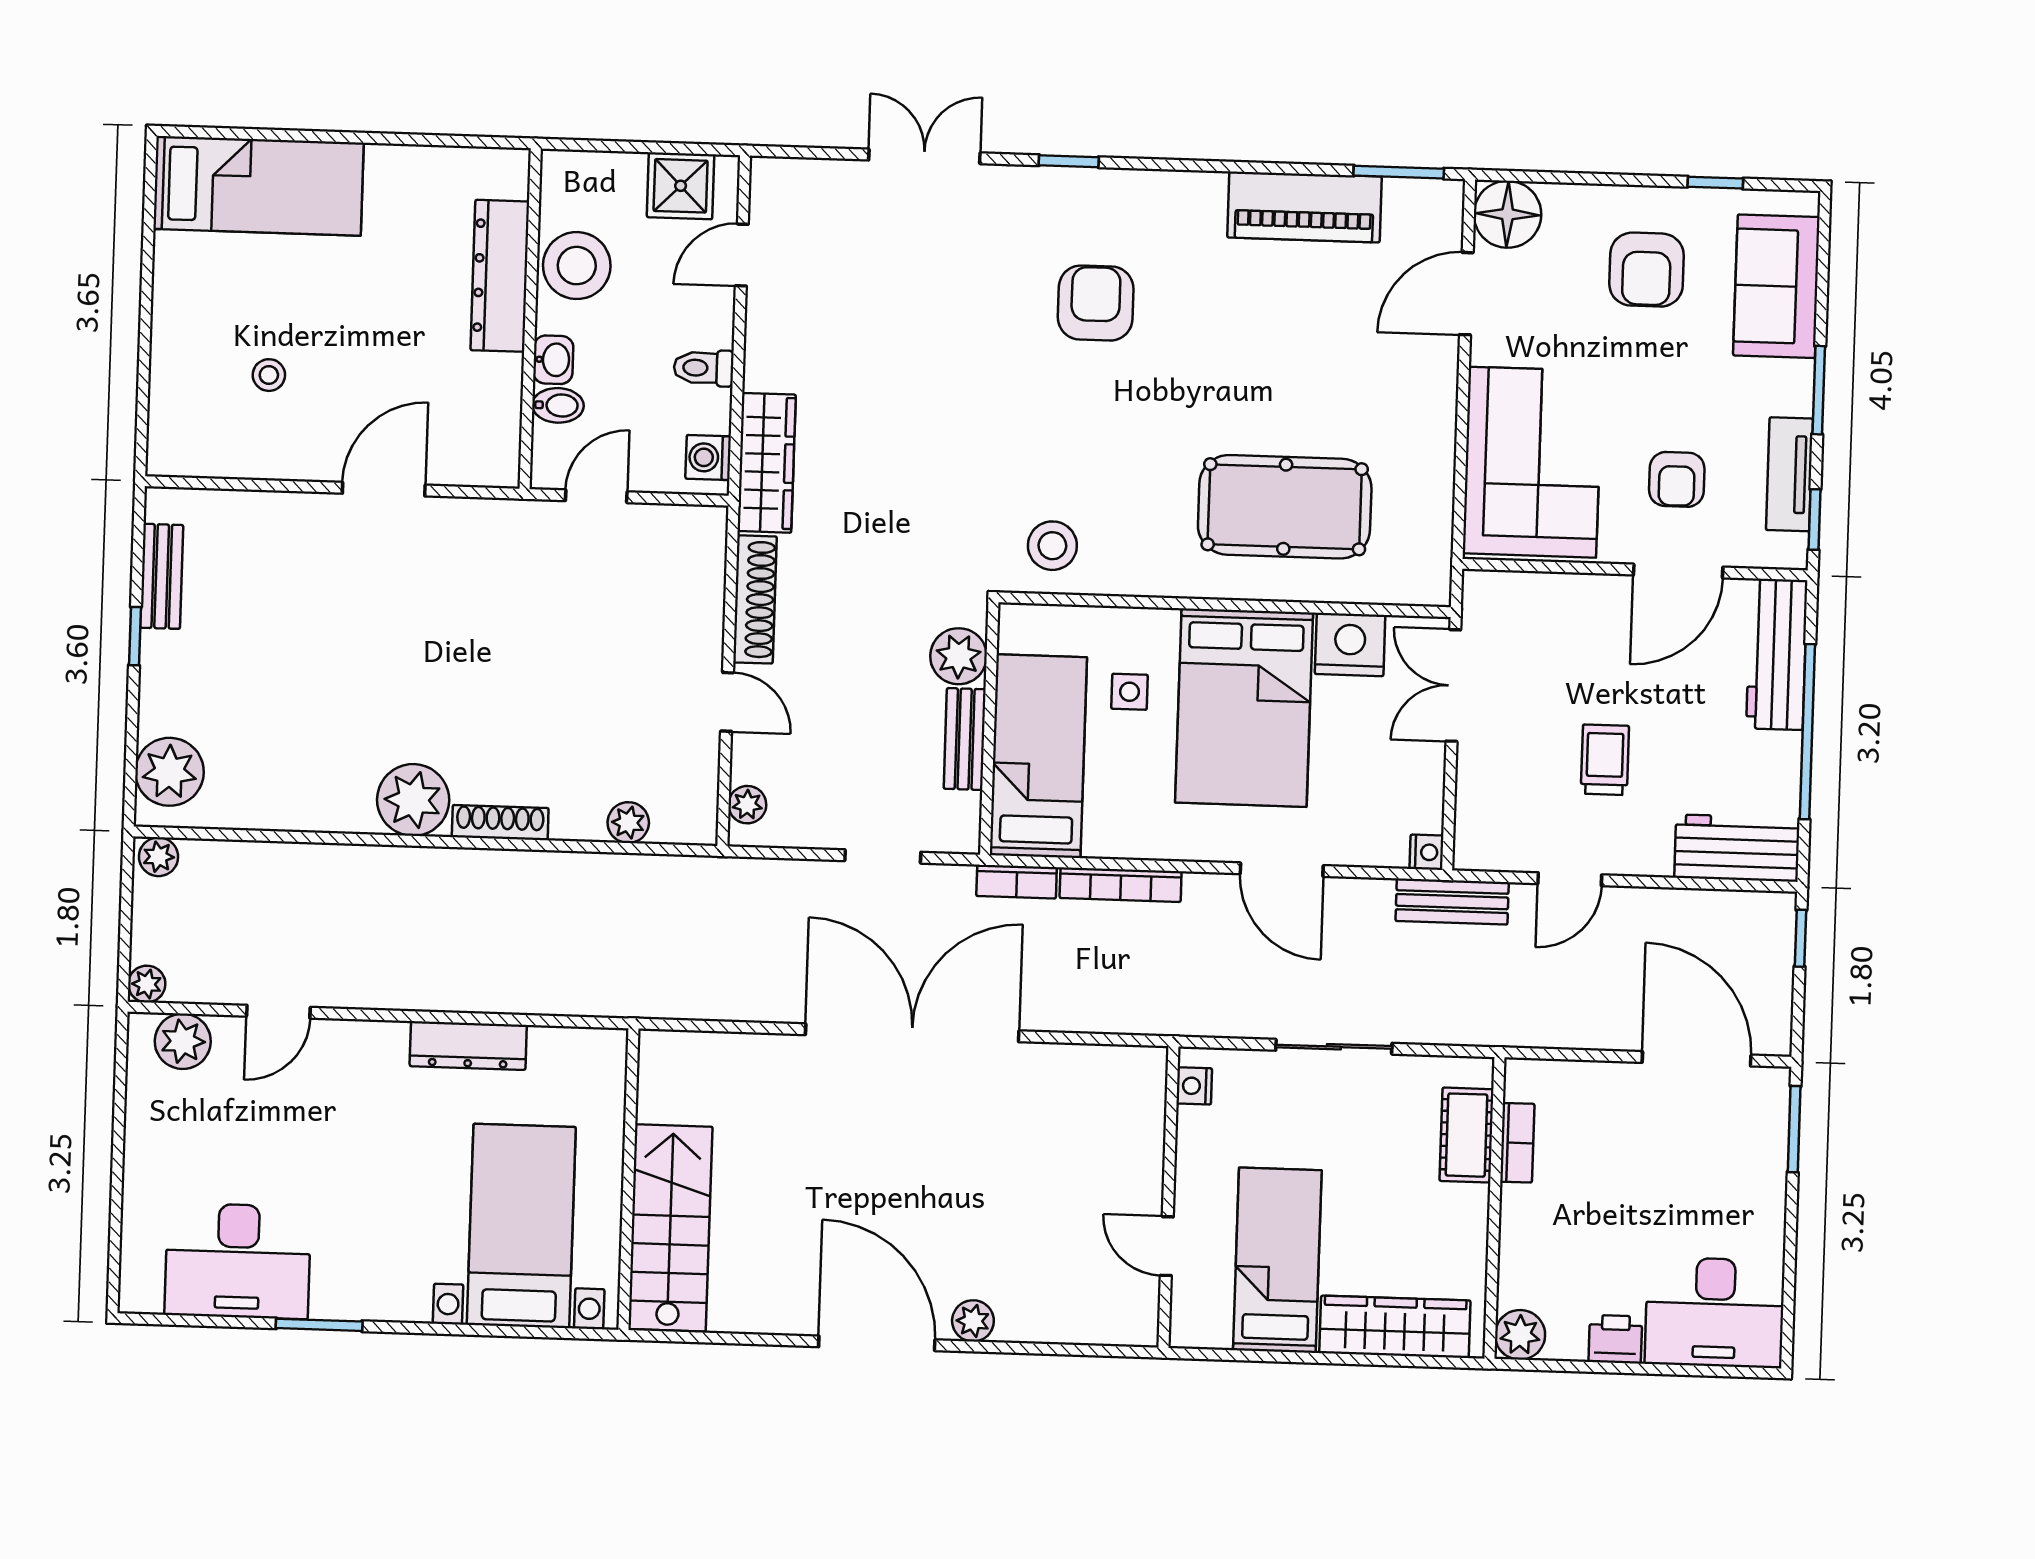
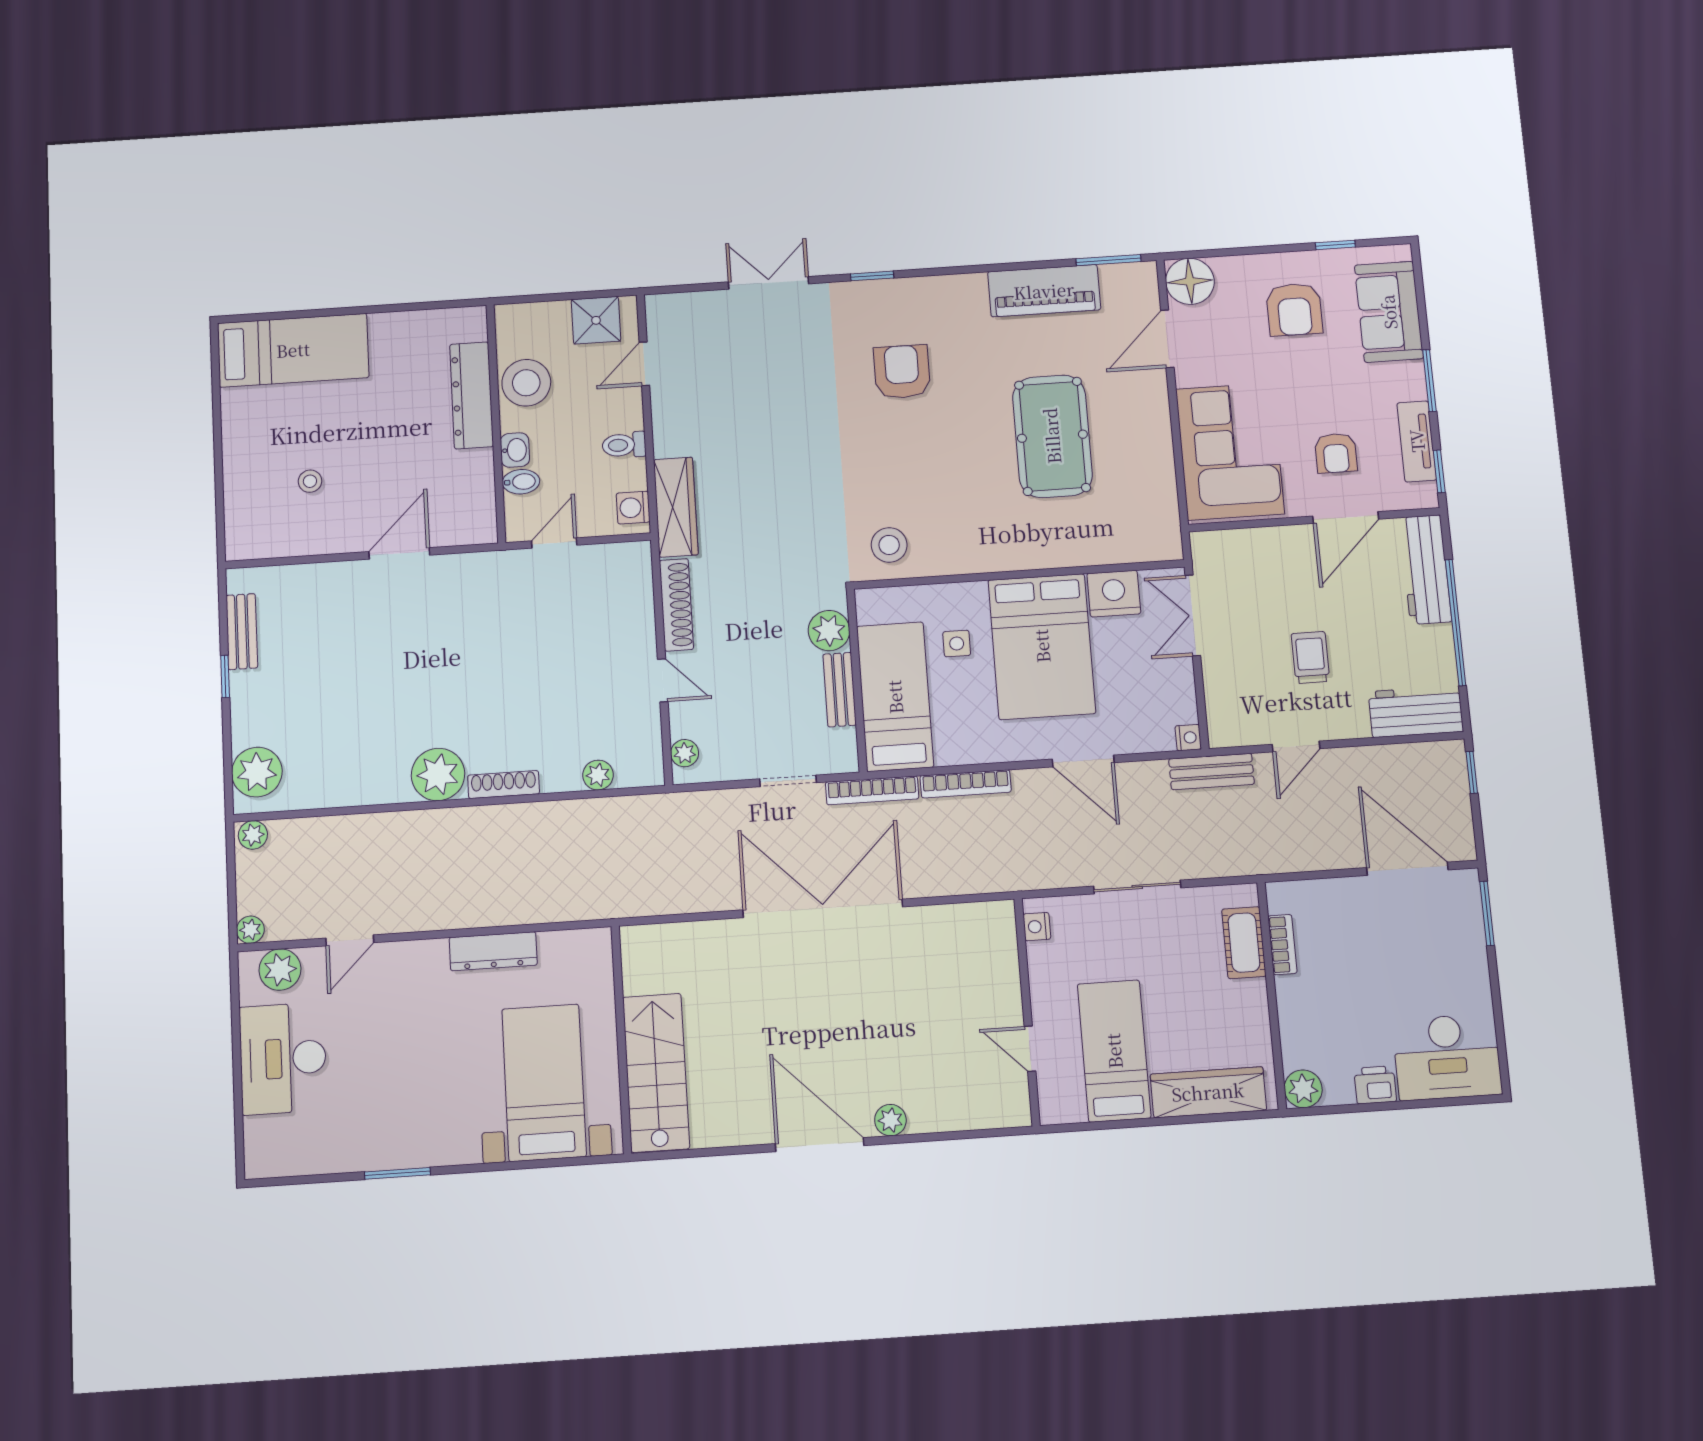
pool table: (1285, 507) -> (1052, 436), moved, turned 90
bookcase: (1017, 882) -> (872, 790), width x1.56
desk: (238, 1261) -> (283, 1059), moved, turned 90

